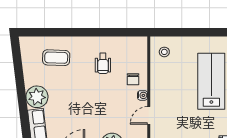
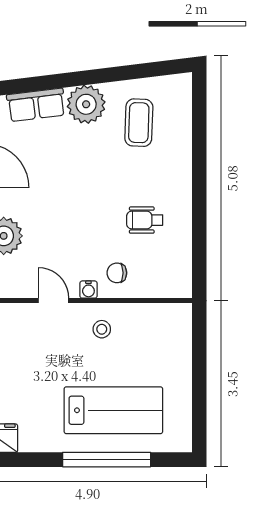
stool: (164, 52) -> (102, 329), moved
coffee table: (56, 58) -> (139, 123), moved

